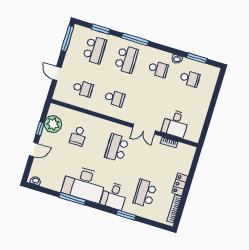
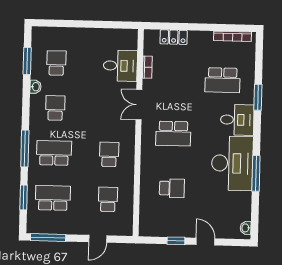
plant: (53, 124) -> (165, 225), removed
double door: (144, 129) -> (139, 105), swing flipped
locker: (180, 184) -> (174, 37), moved

